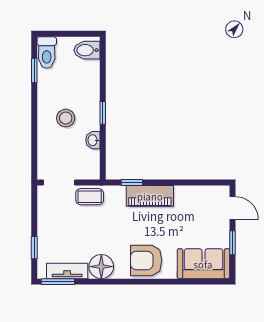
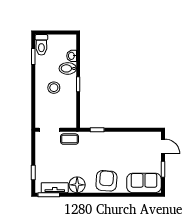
bidet: (87, 50) -> (68, 68), moved
washbasin: (93, 140) -> (72, 56), moved
piano: (150, 196) -> (109, 139), removed
armchair: (146, 260) -> (106, 181), turned 94

